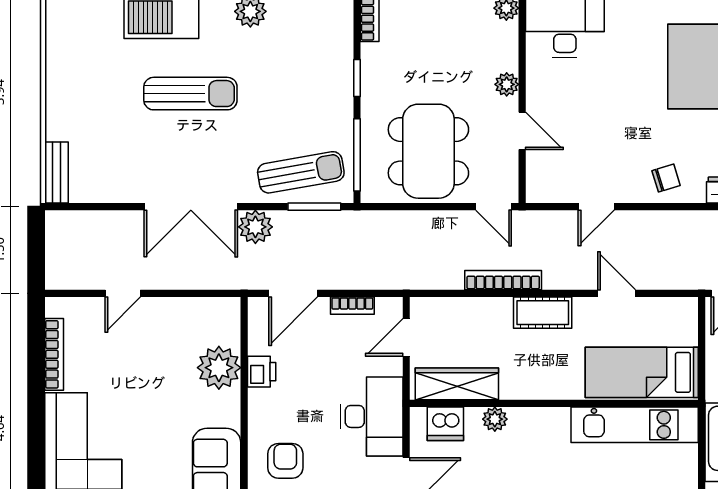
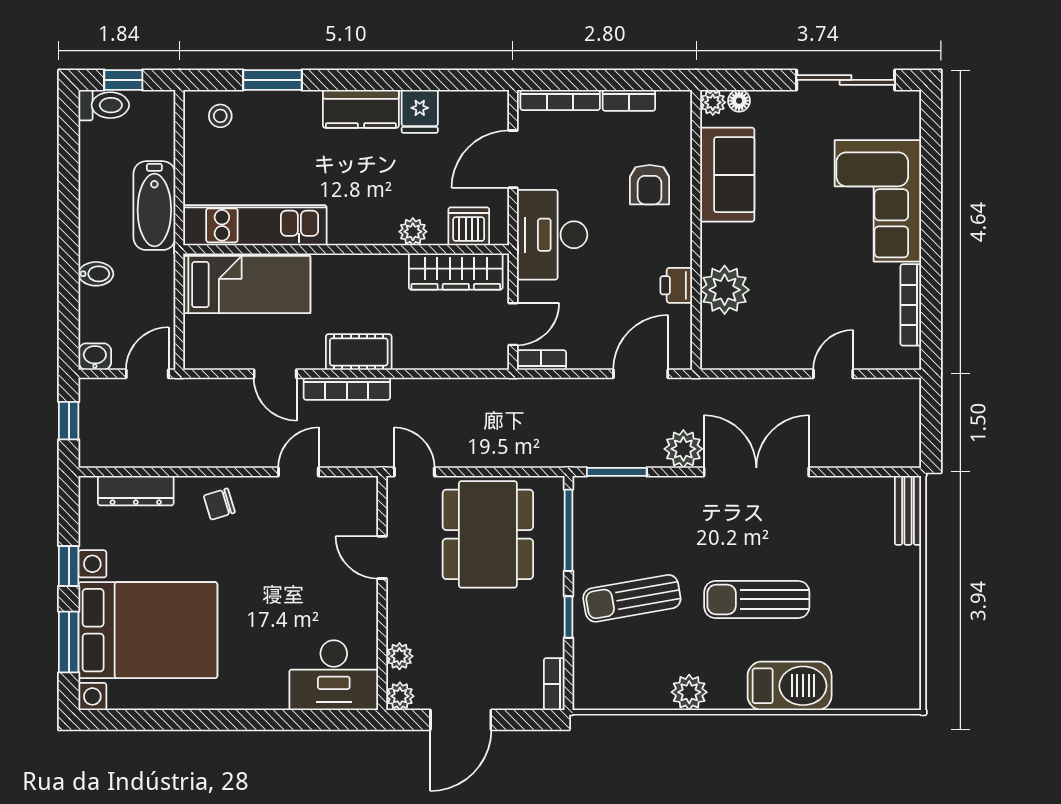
plant: (507, 84) -> (399, 656), moved
sun lounger: (301, 172) -> (632, 598), moved
bookcase: (503, 280) -> (347, 389), moved
bookcase: (352, 306) -> (541, 360), moved

